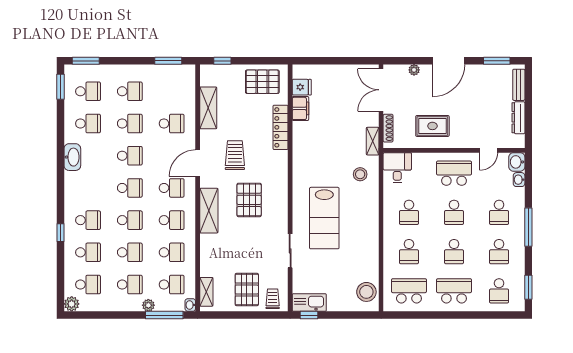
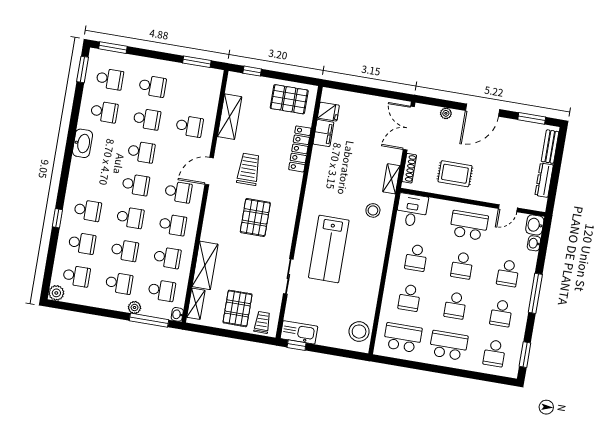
shelving: (209, 211) -> (205, 265), moved

